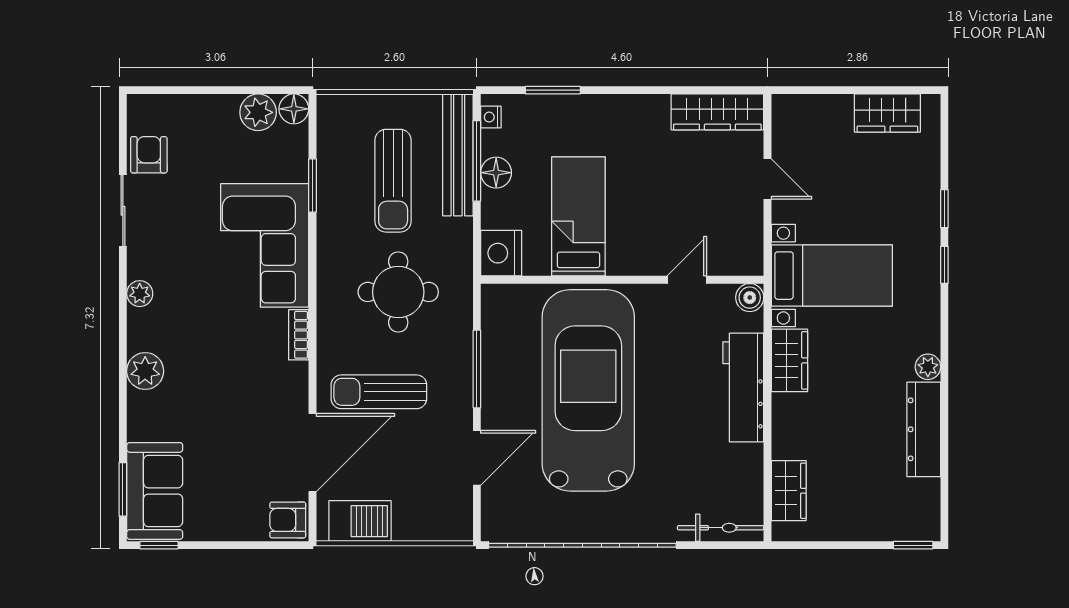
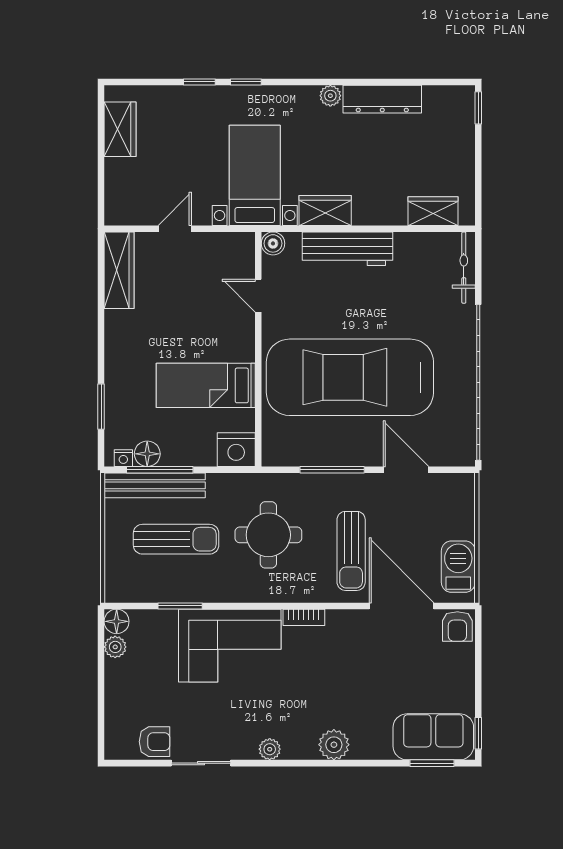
plant: (258, 112) -> (115, 647), width x0.73, depth x0.73
armchair: (149, 155) -> (155, 742), turned 180
floor lamp: (496, 173) -> (147, 454), moved

